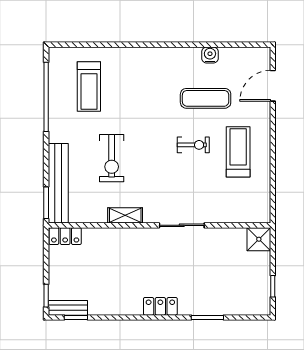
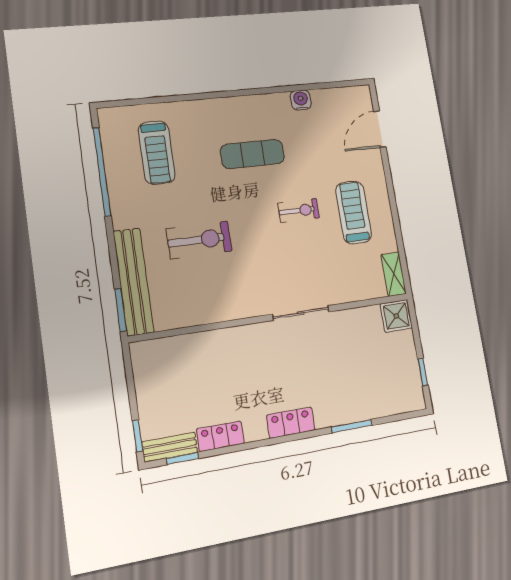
exercise mat: (206, 98) -> (252, 154), moved
exercise bike: (112, 158) -> (199, 240), turned -90
shelving: (125, 215) -> (394, 274), moved, turned 90
locker: (65, 236) -> (220, 436), moved, turned 180

